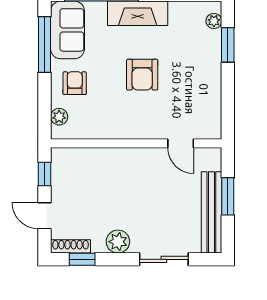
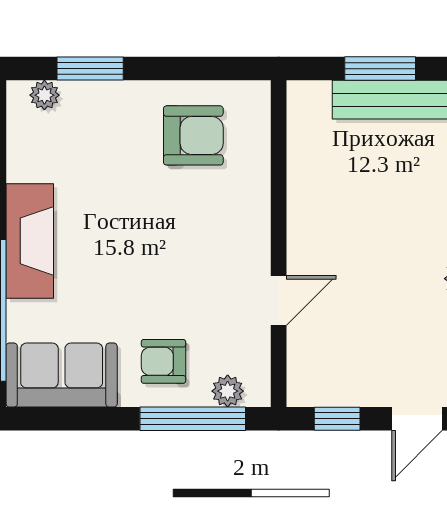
window: (45, 45) -> (193, 419), moved
armchair: (142, 75) -> (193, 135), moved
door: (181, 143) -> (279, 300), moved

